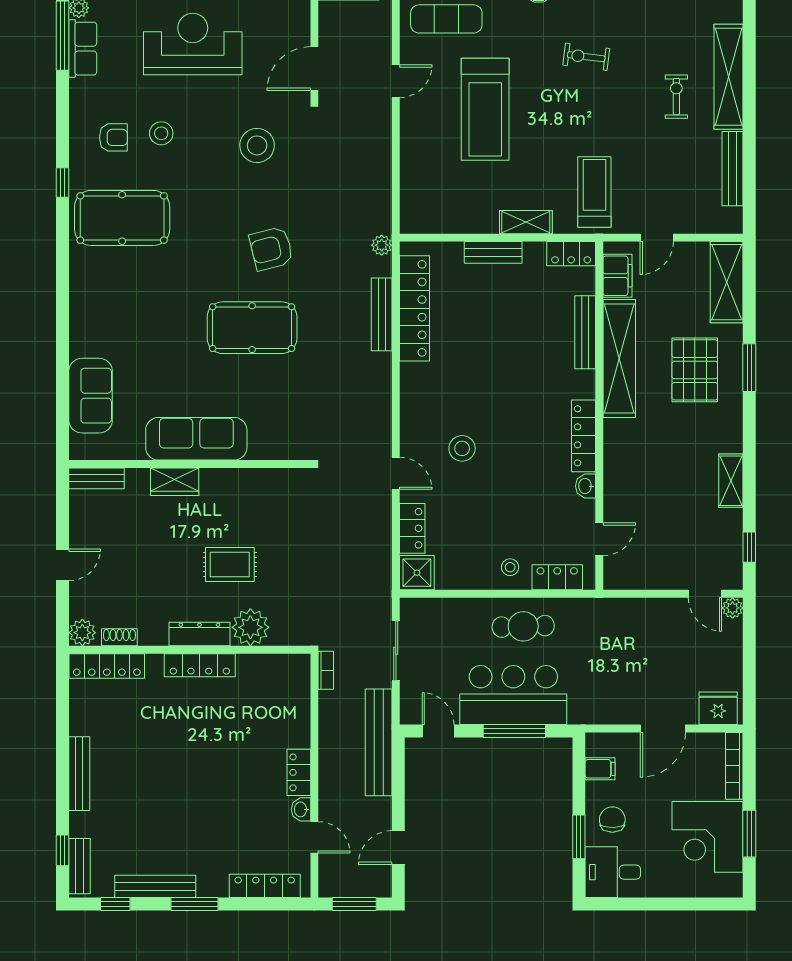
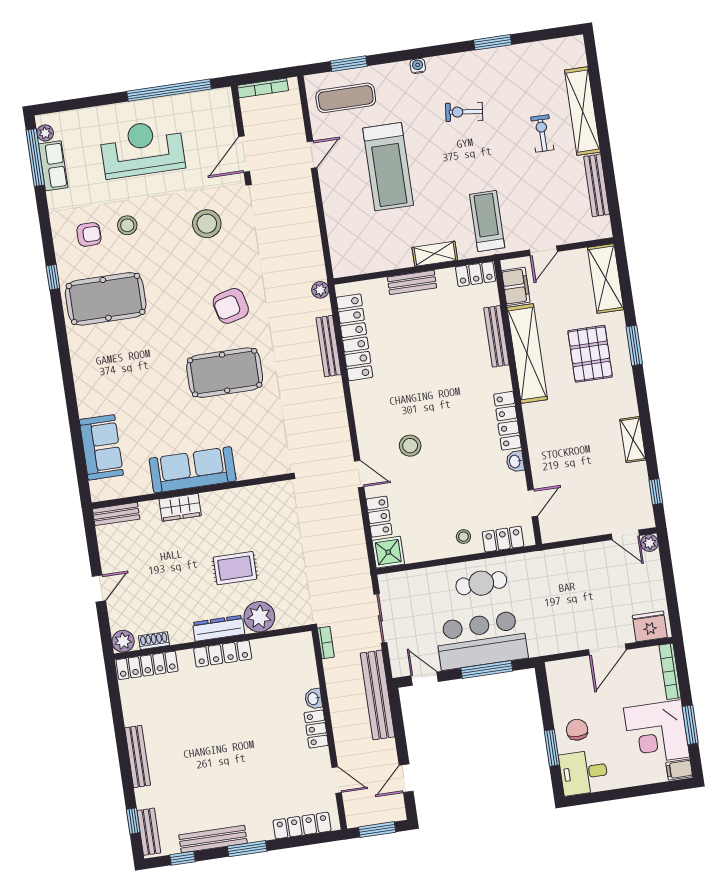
filing cabinet: (600, 769) -> (679, 769), moved, turned 180
washbasin: (301, 809) -> (313, 699), moved

